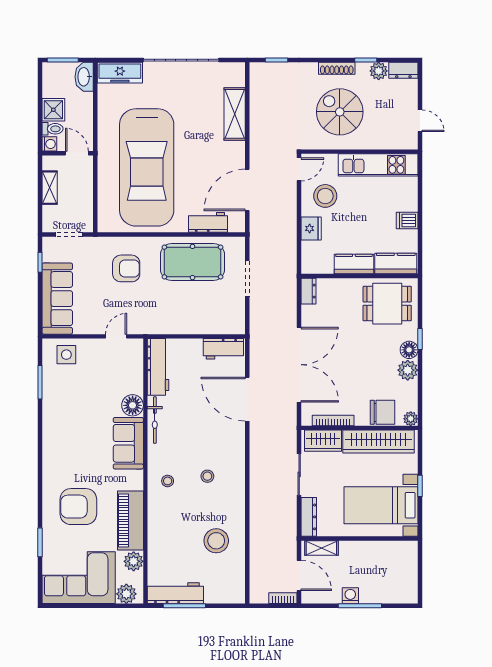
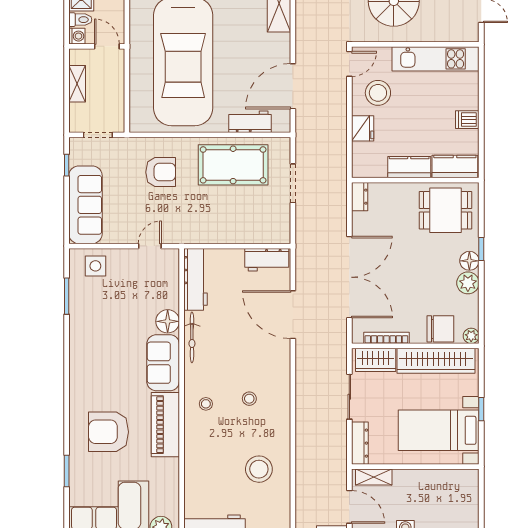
piano: (130, 521) -> (165, 425), moved
plant: (134, 561) -> (169, 491), removed

